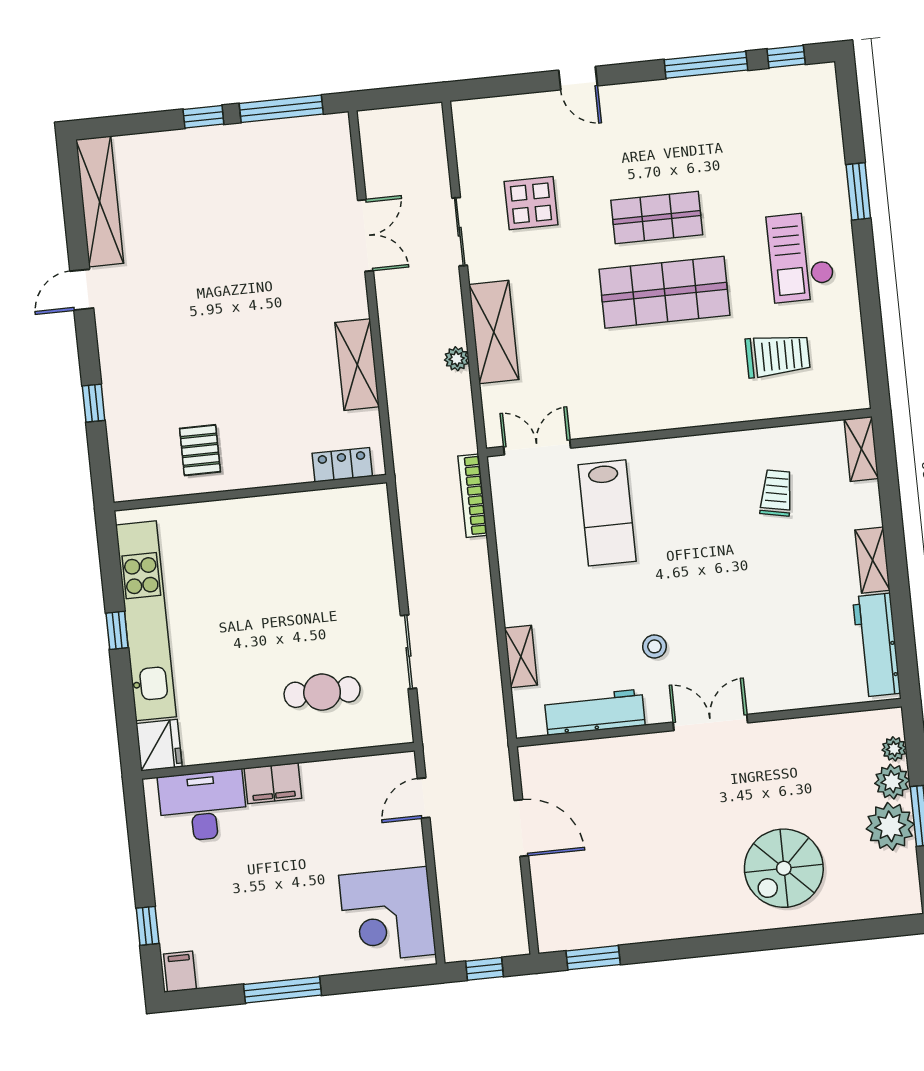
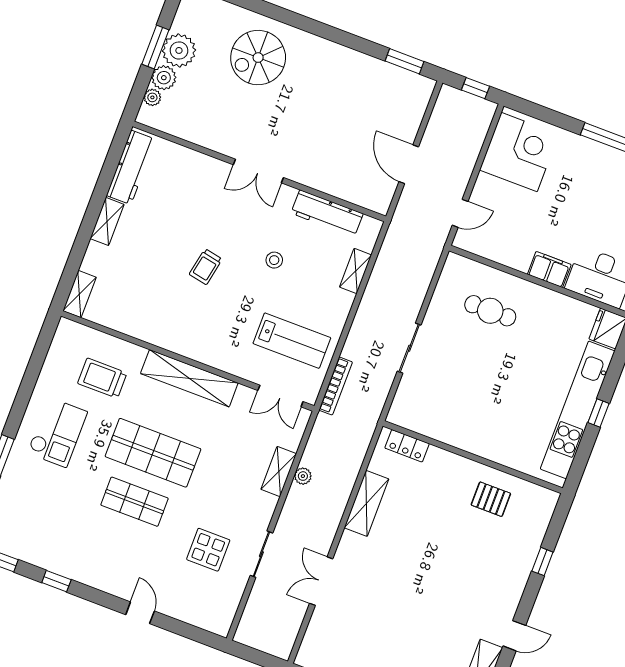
window: (706, 65) -> (56, 581), width x0.46
shelving: (494, 332) -> (279, 471), width x0.67, depth x0.75
shelving: (666, 411) -> (189, 378), added
pallet: (200, 450) -> (491, 499), turned 90
trolley: (776, 493) -> (206, 267), moved
lab bench: (607, 513) -> (292, 341), moved, turned 90
stool: (654, 646) -> (274, 260), moved
sliding door: (409, 652) -> (409, 348), moved
spiral stairs: (784, 868) -> (258, 58), turned 180

